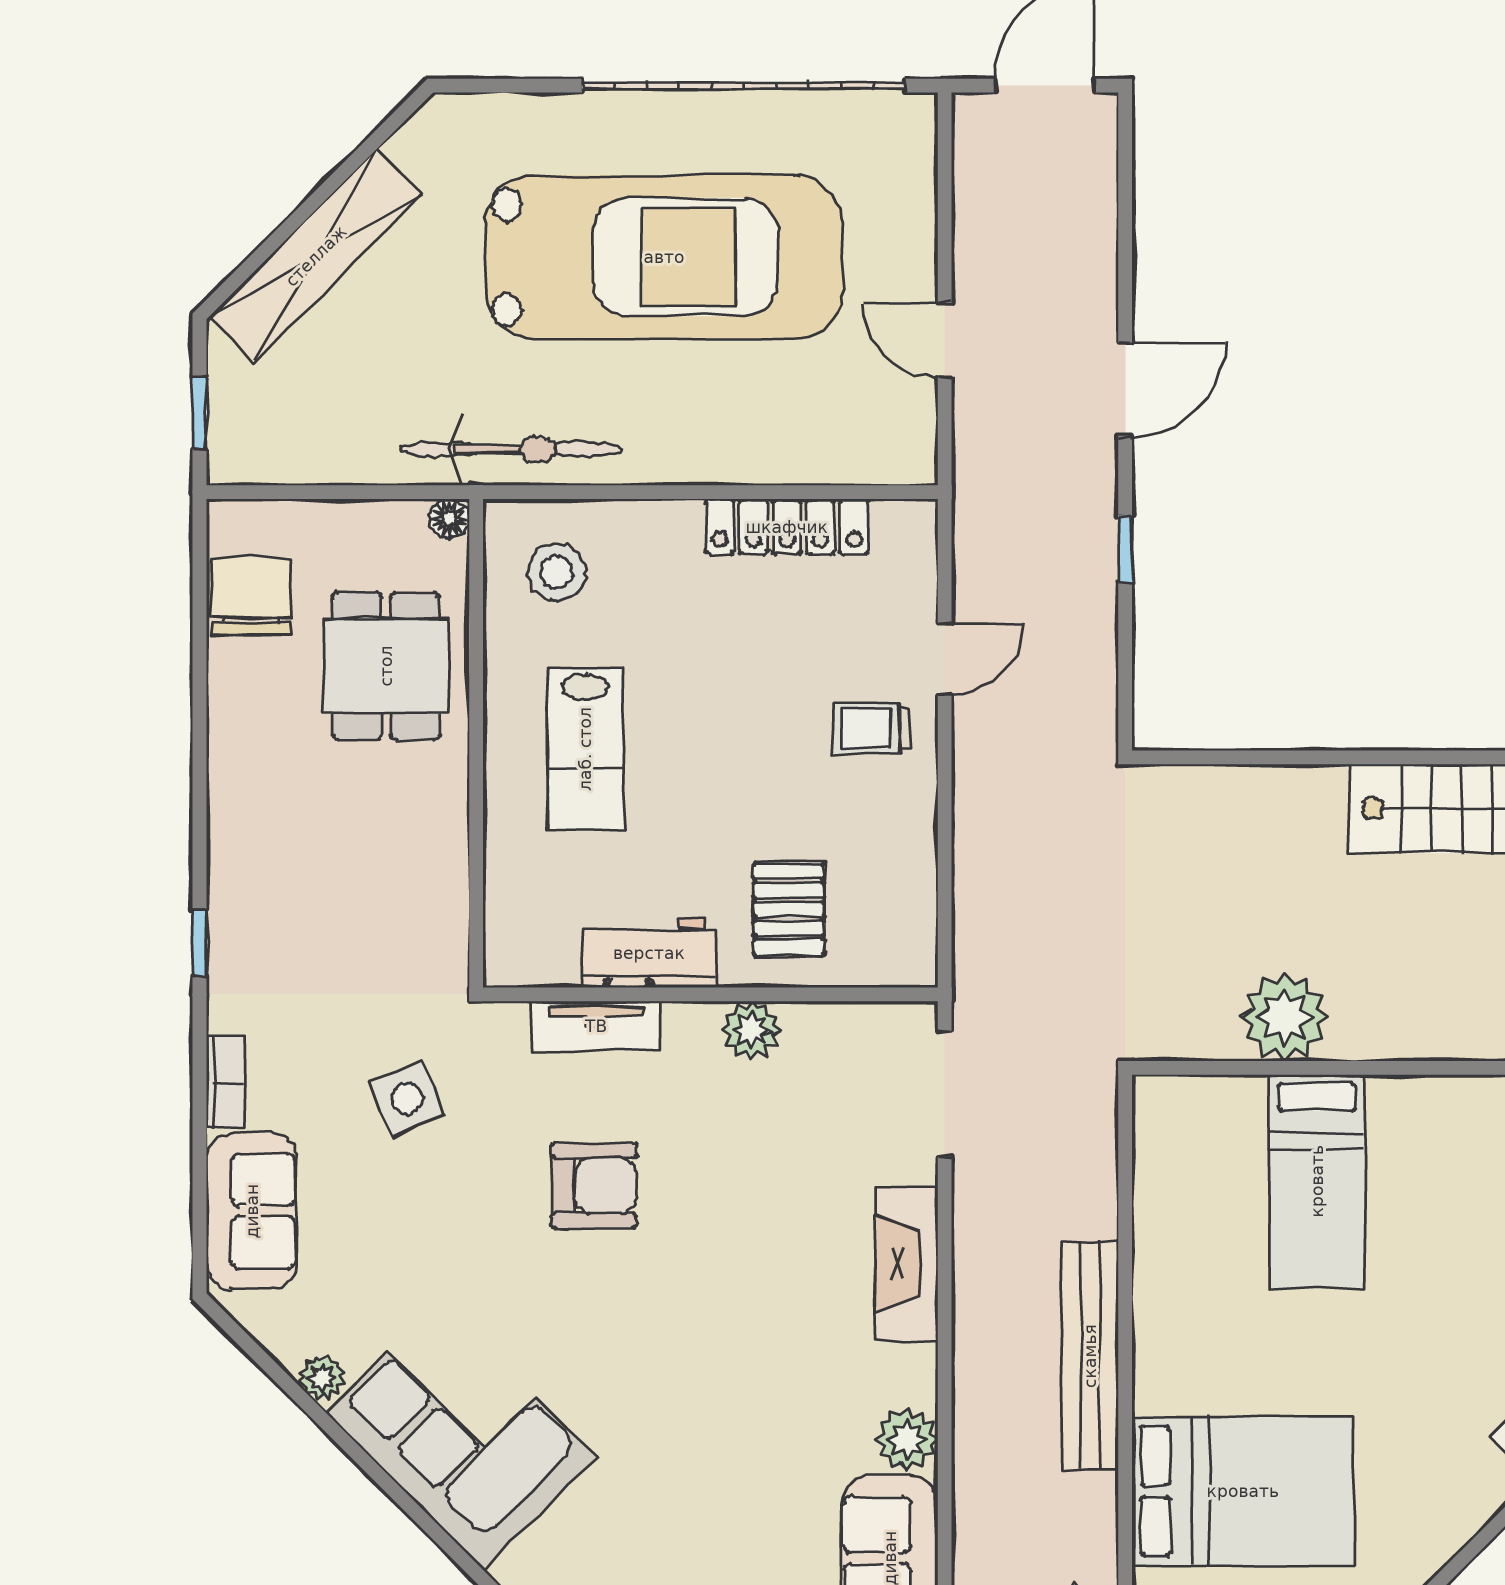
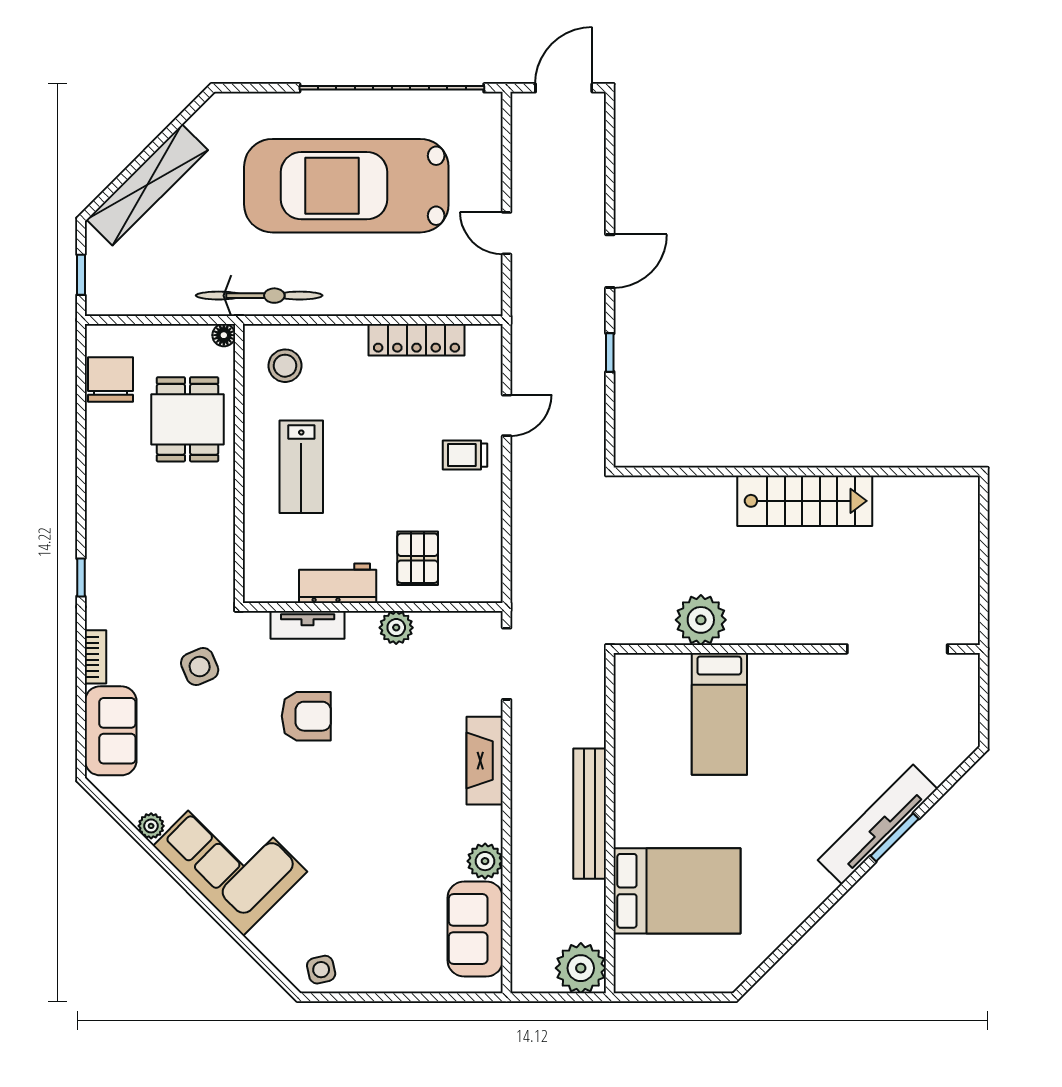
car: (664, 257) -> (346, 186), turned 180

